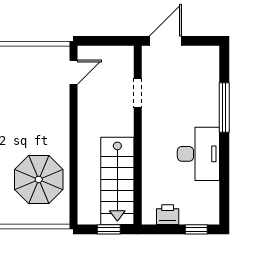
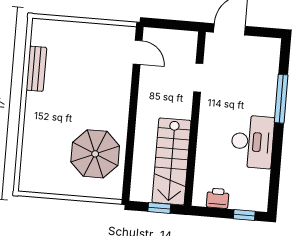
door: (74, 72) -> (138, 52), hinge flipped

